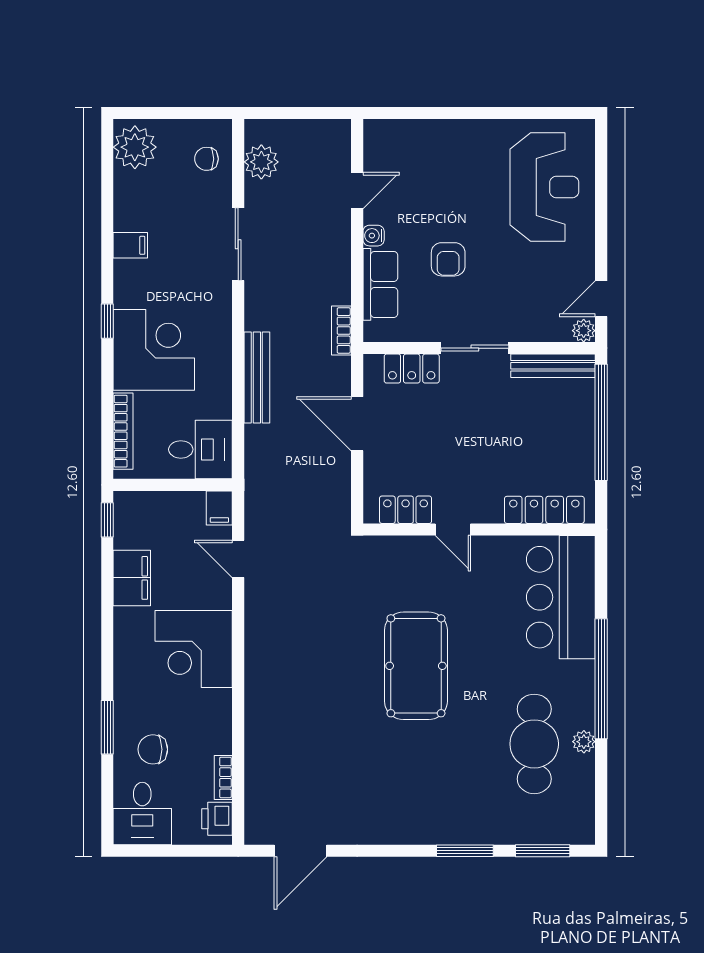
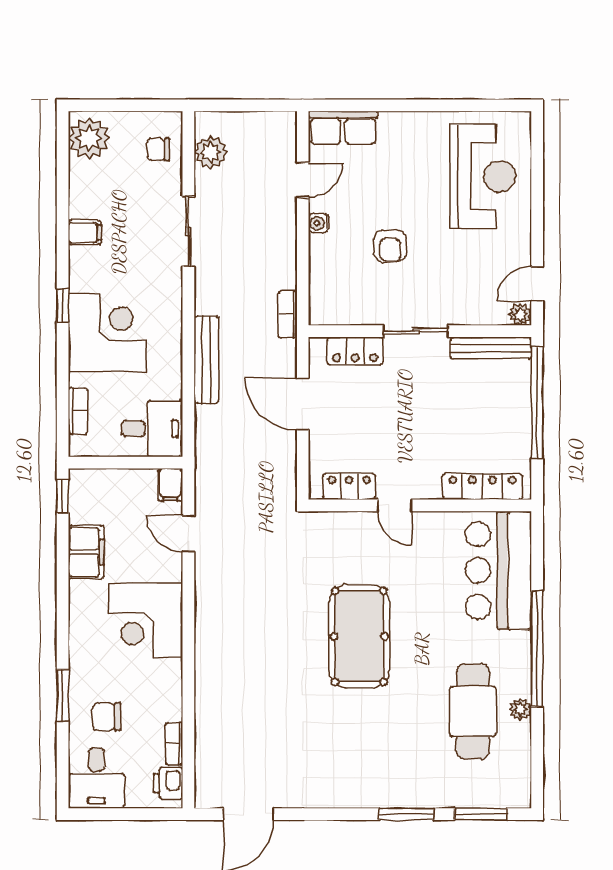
row of seats: (380, 284) -> (343, 128), moved, turned 90
bookcase: (123, 431) -> (78, 411), width x0.64

